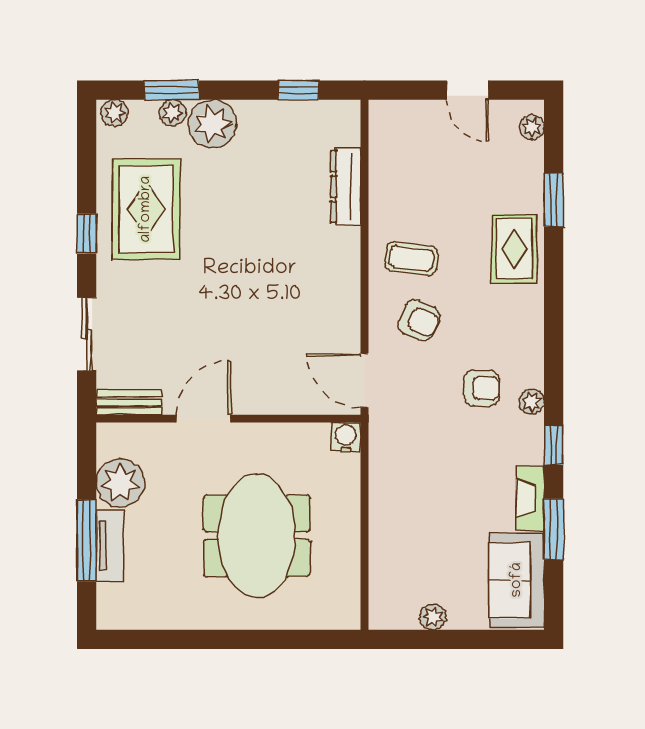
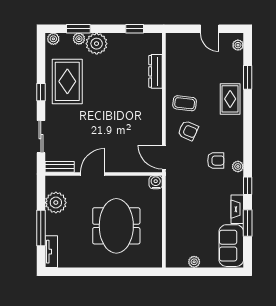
tv unit: (110, 546) -> (51, 252), moved

